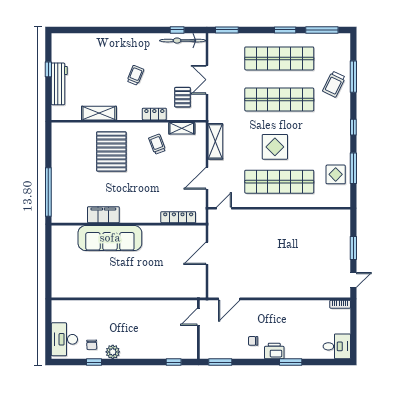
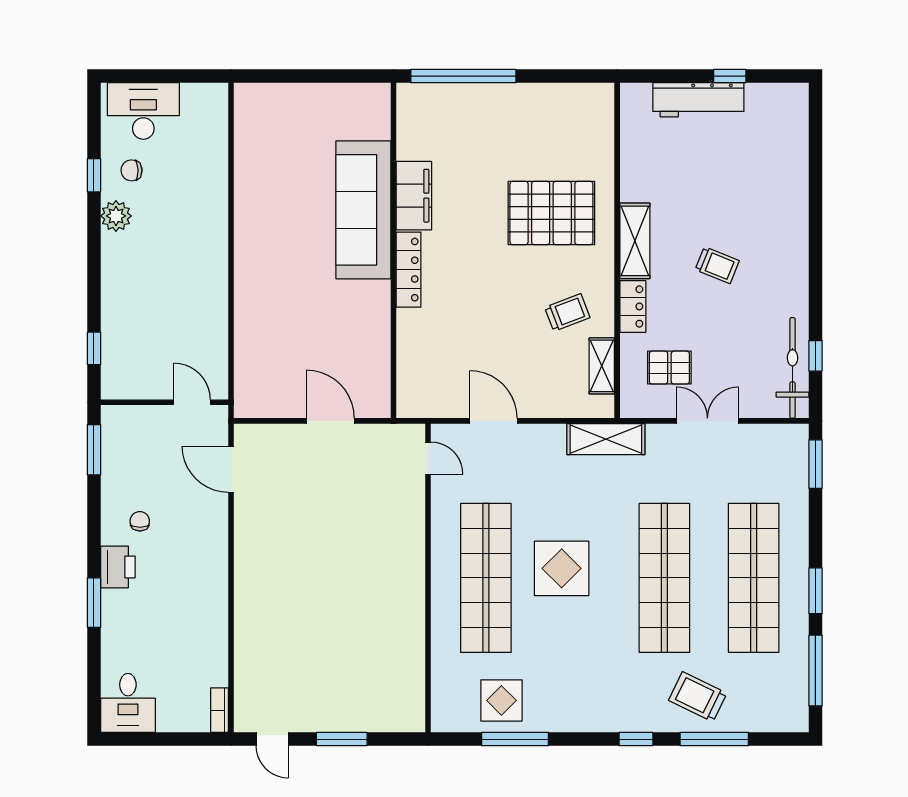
shelving: (99, 113) -> (635, 241), moved
window: (353, 127) -> (636, 739), moved
shelving: (215, 141) -> (606, 439), moved
locker: (178, 217) -> (409, 270), moved

